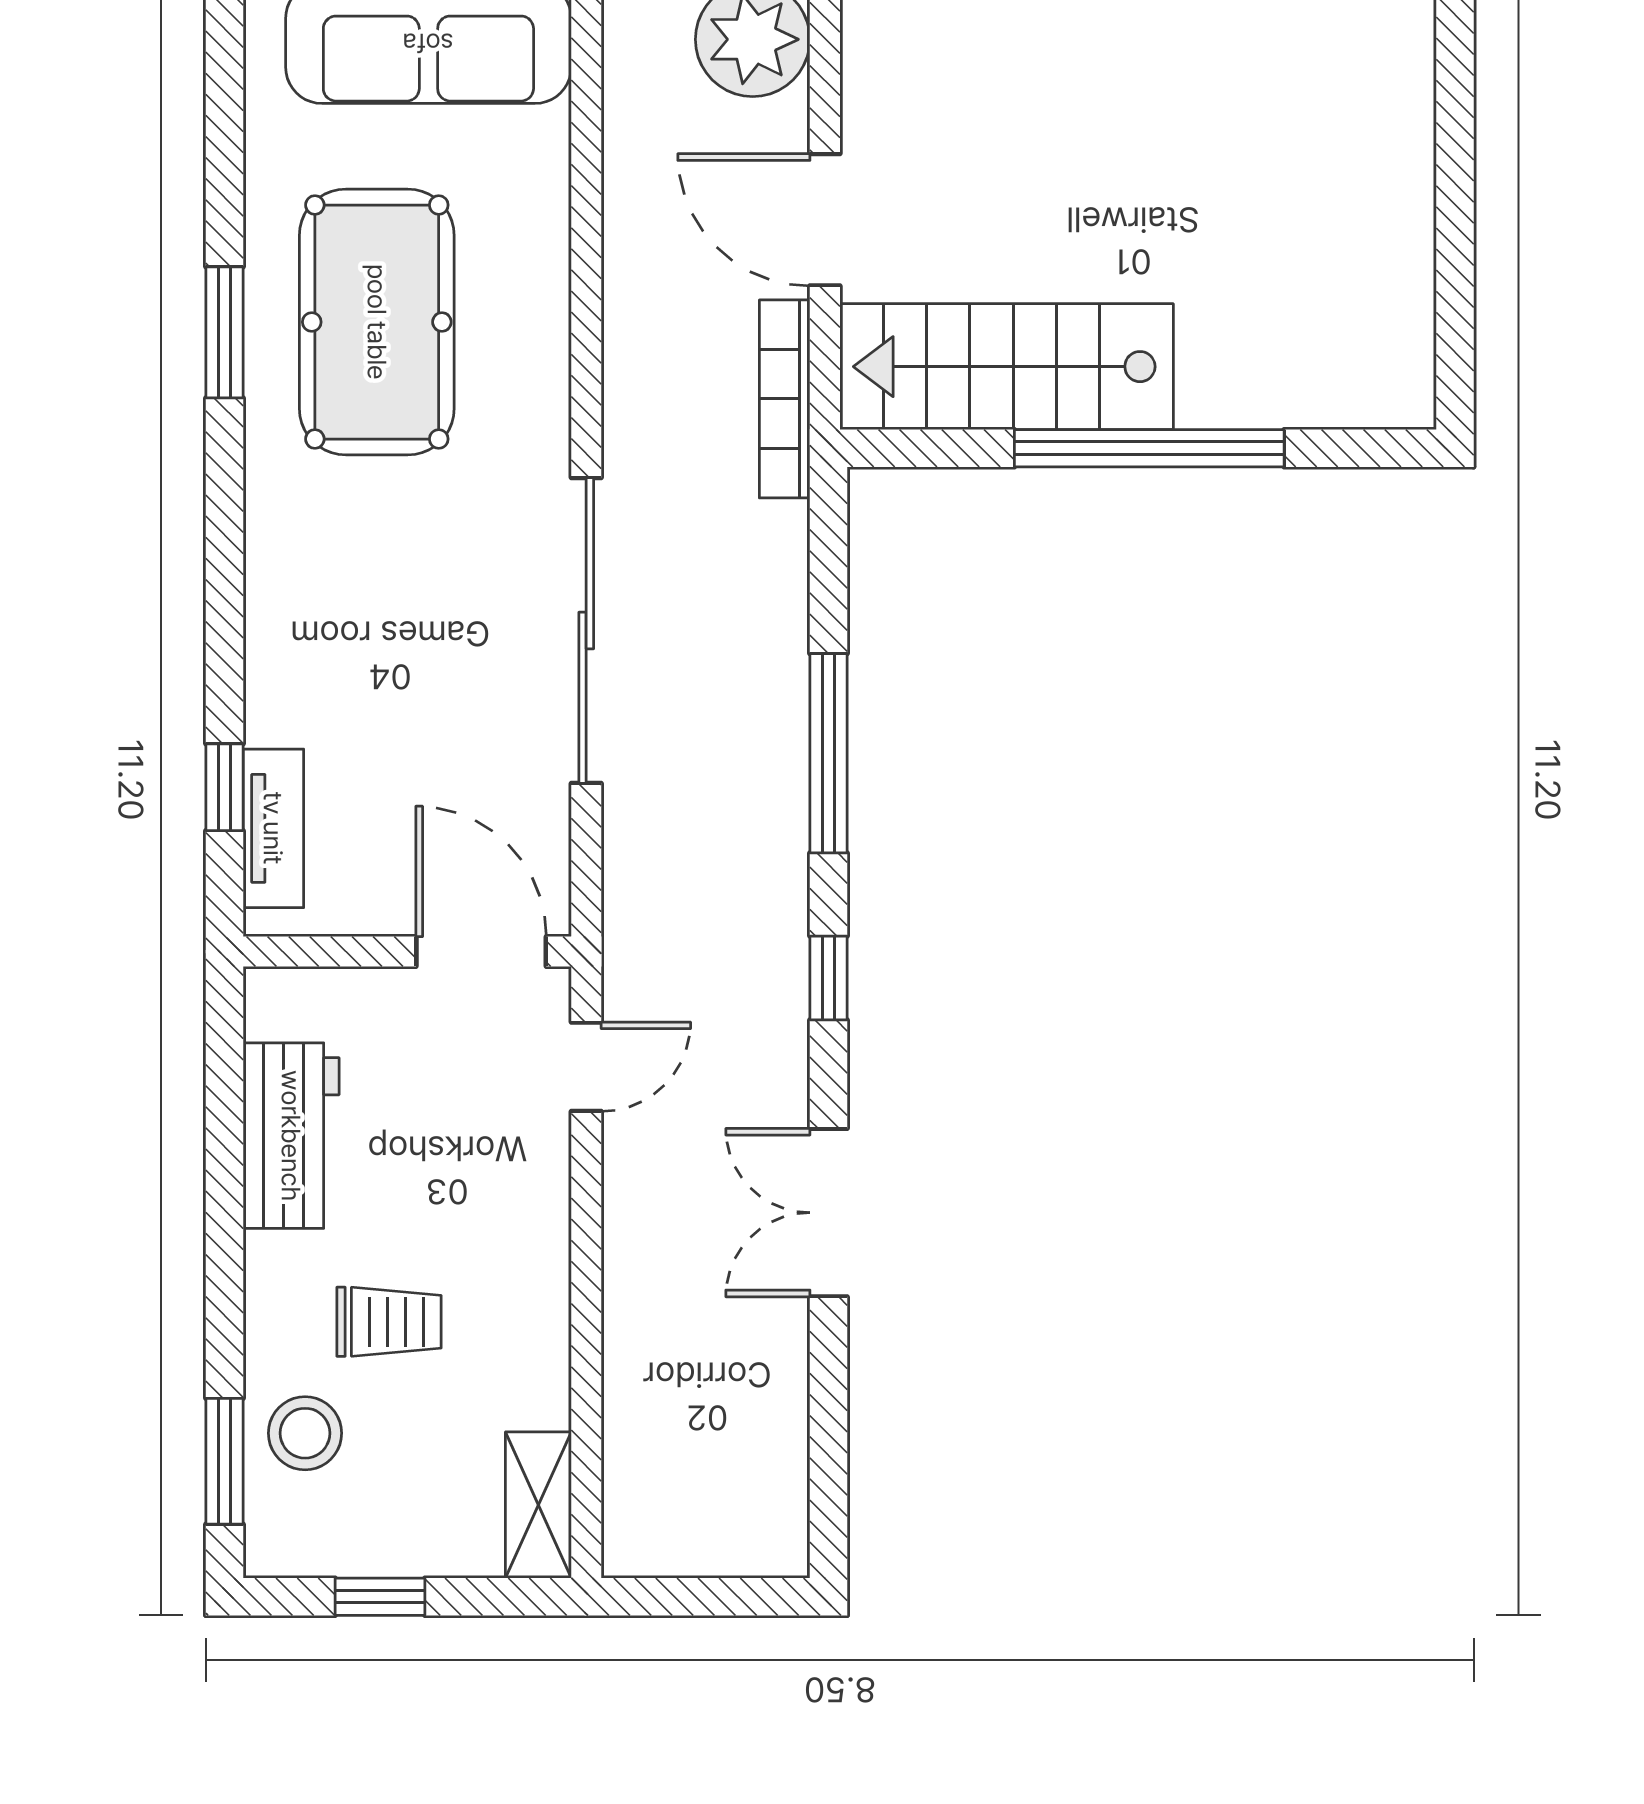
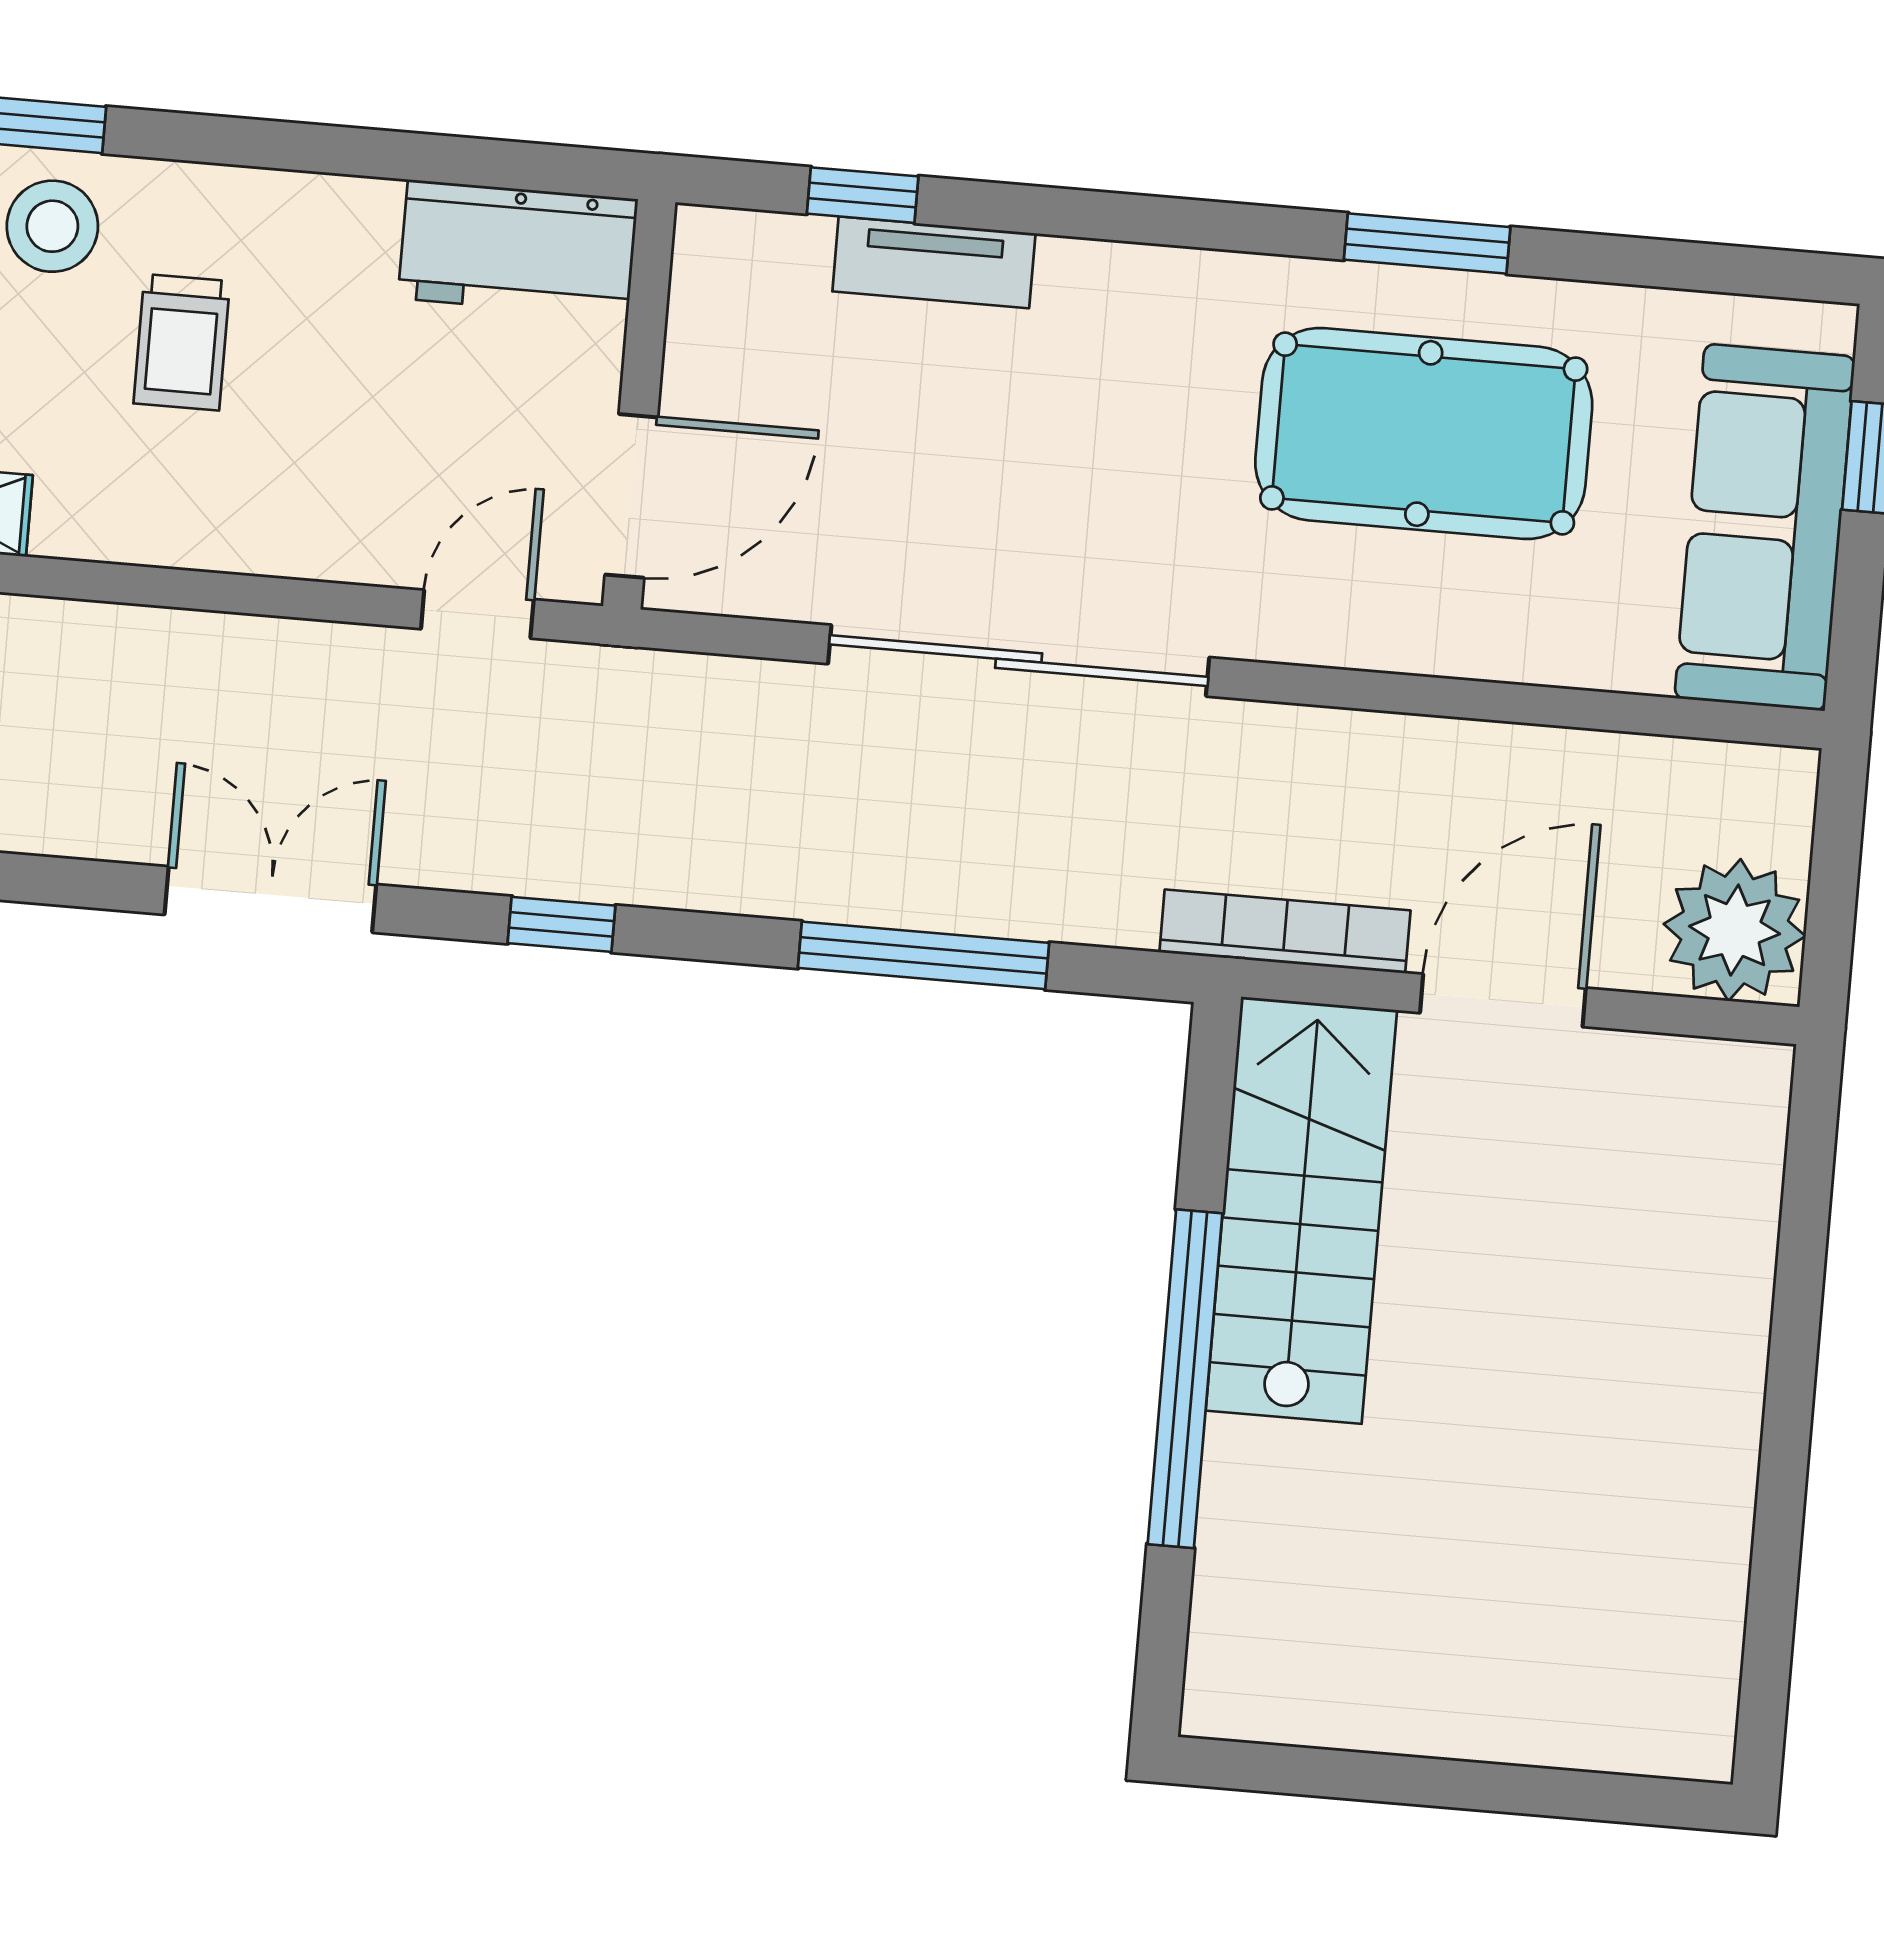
window: (829, 753) -> (923, 955), moved
tv unit: (273, 828) -> (934, 262), moved
door: (586, 1067) -> (477, 614), swing flipped
workbench: (291, 1136) -> (518, 249), moved

